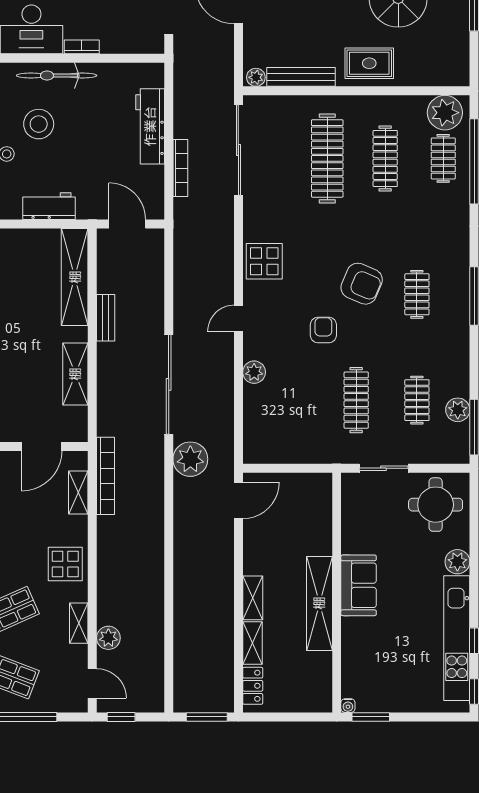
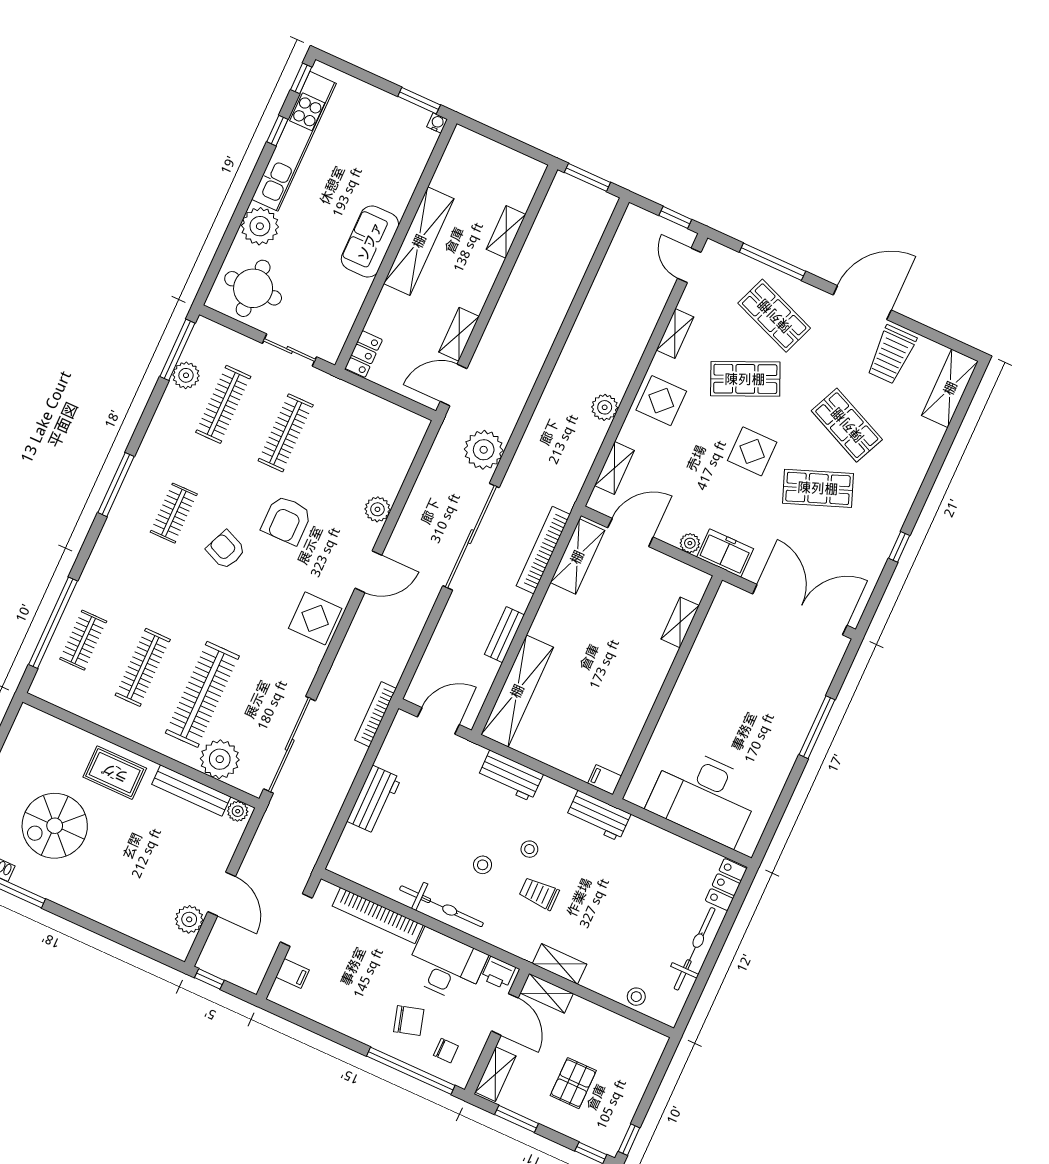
bookcase: (82, 47) -> (378, 916), width x2.31, depth x1.31
plant: (445, 113) -> (220, 759), moved
stool: (39, 124) -> (483, 865), width x0.53, depth x0.53
workbench: (150, 126) -> (374, 800), width x0.73
bookcase: (180, 168) -> (376, 714), moved
door: (127, 224) -> (438, 721), swing flipped
armchair: (362, 284) -> (226, 550), width x0.72, depth x0.72
door: (238, 318) -> (368, 572), width x1.38
armchair: (323, 330) -> (287, 520), width x1.38, depth x1.38
shelving: (75, 374) -> (577, 557), moved
clothes rail: (417, 400) -> (223, 404), width x1.36
bookcase: (105, 476) -> (543, 550), moved
plant: (457, 562) -> (260, 226), width x1.36, depth x1.36
shelving: (253, 598) -> (459, 334), moved
plant: (108, 638) -> (605, 407), moved
locker: (253, 686) -> (364, 354), moved, turned 180

